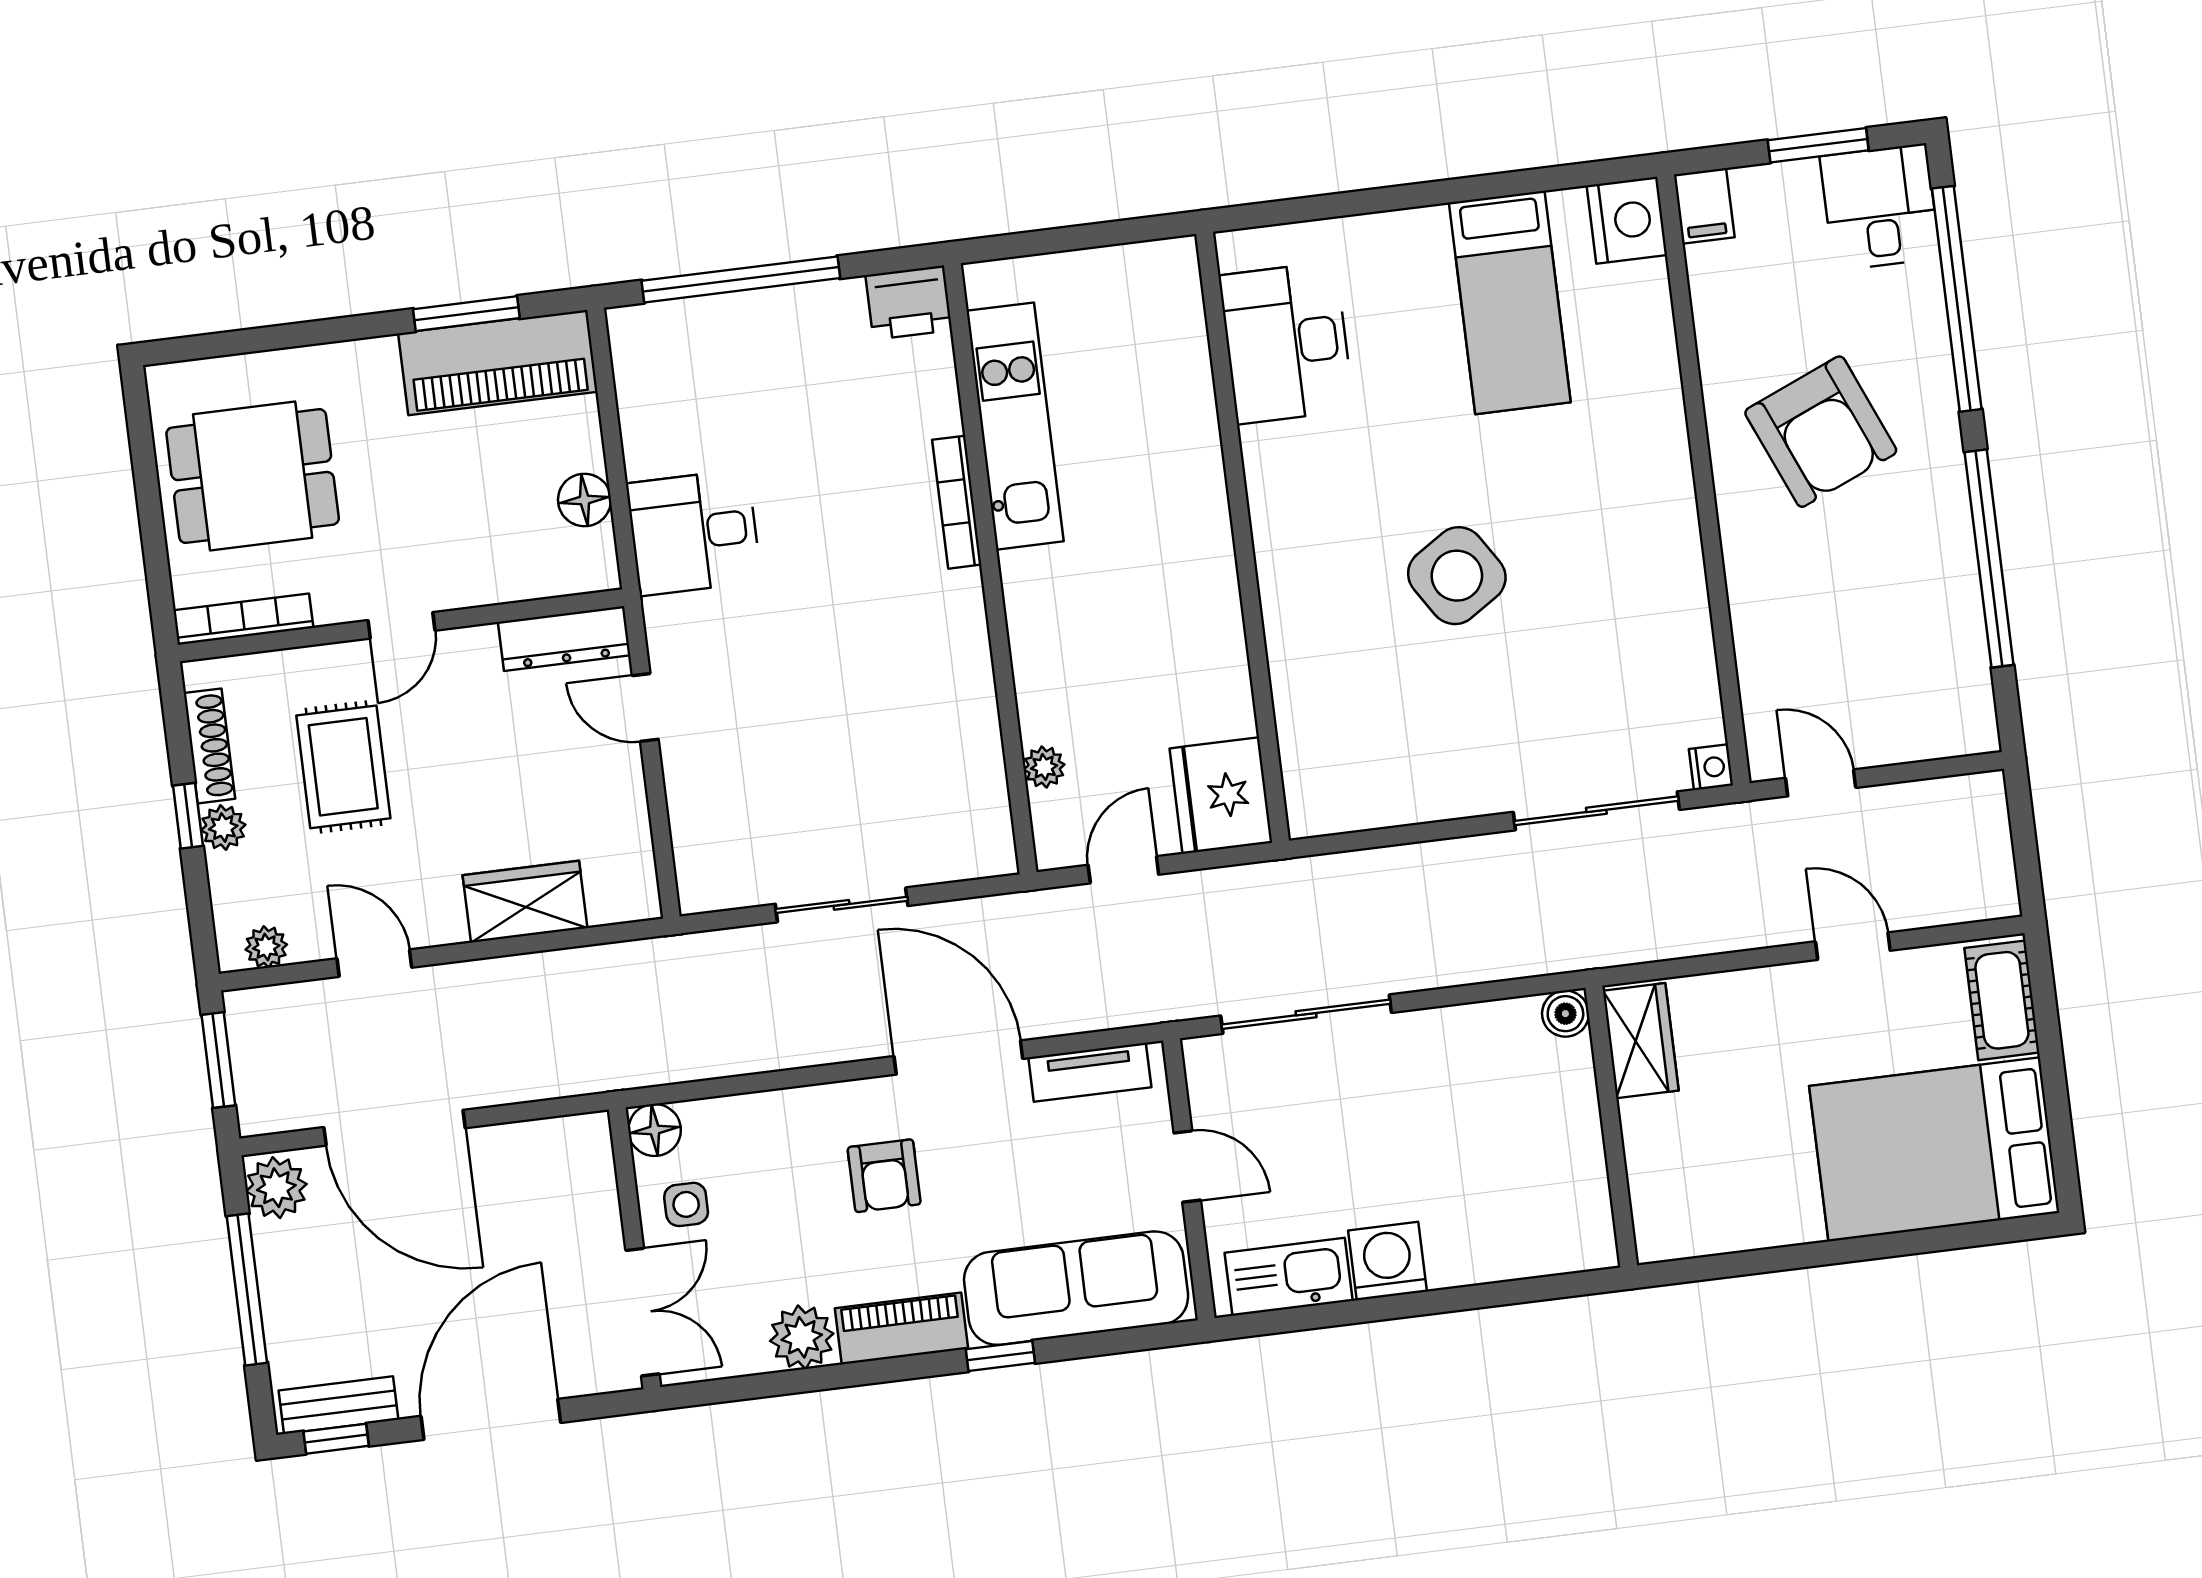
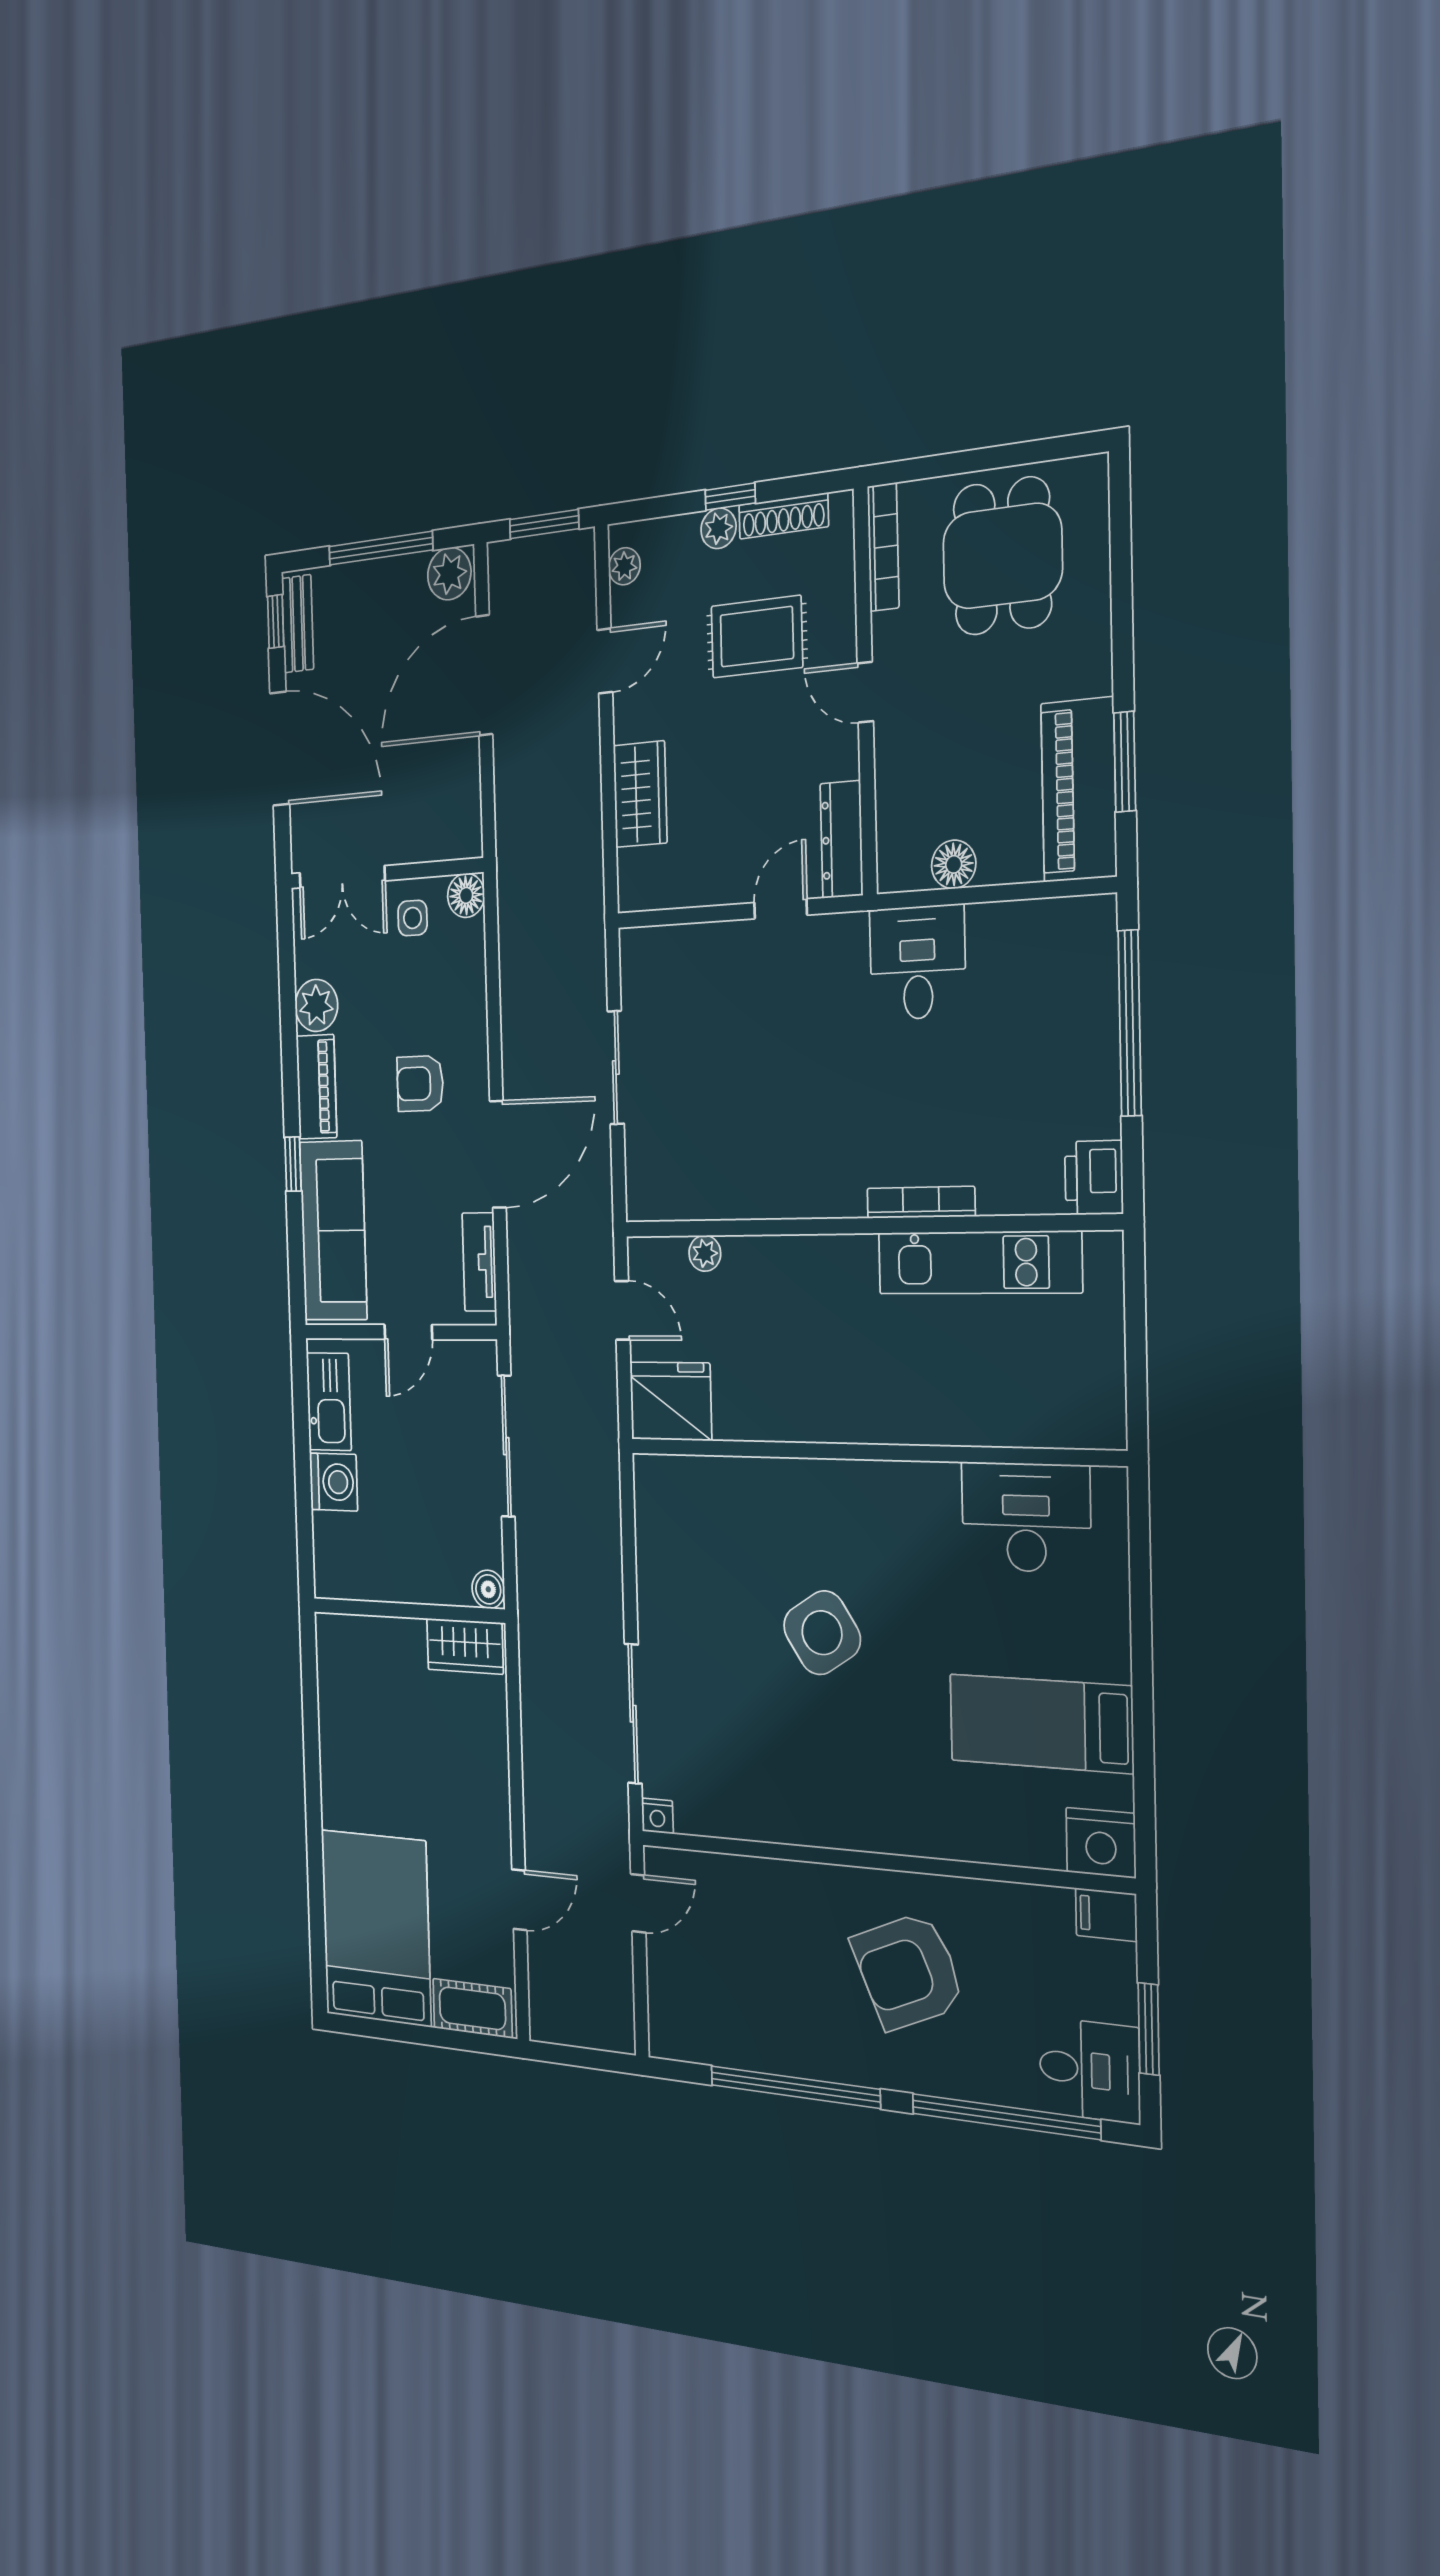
boiler: (1565, 1014) -> (488, 1589), moved
wardrobe: (1641, 1041) -> (465, 1646), moved
wall: (1611, 1127) -> (408, 1611), moved

